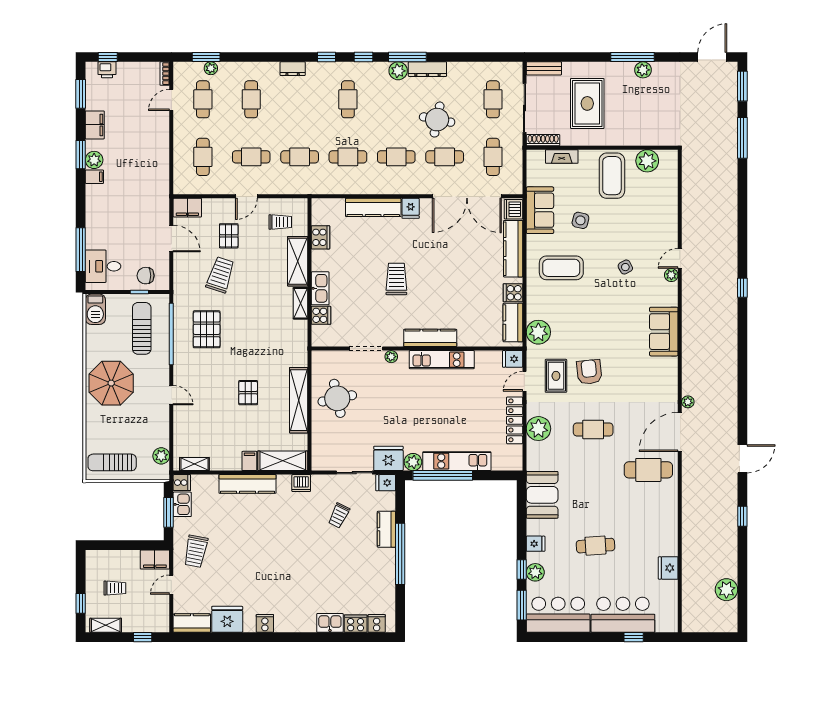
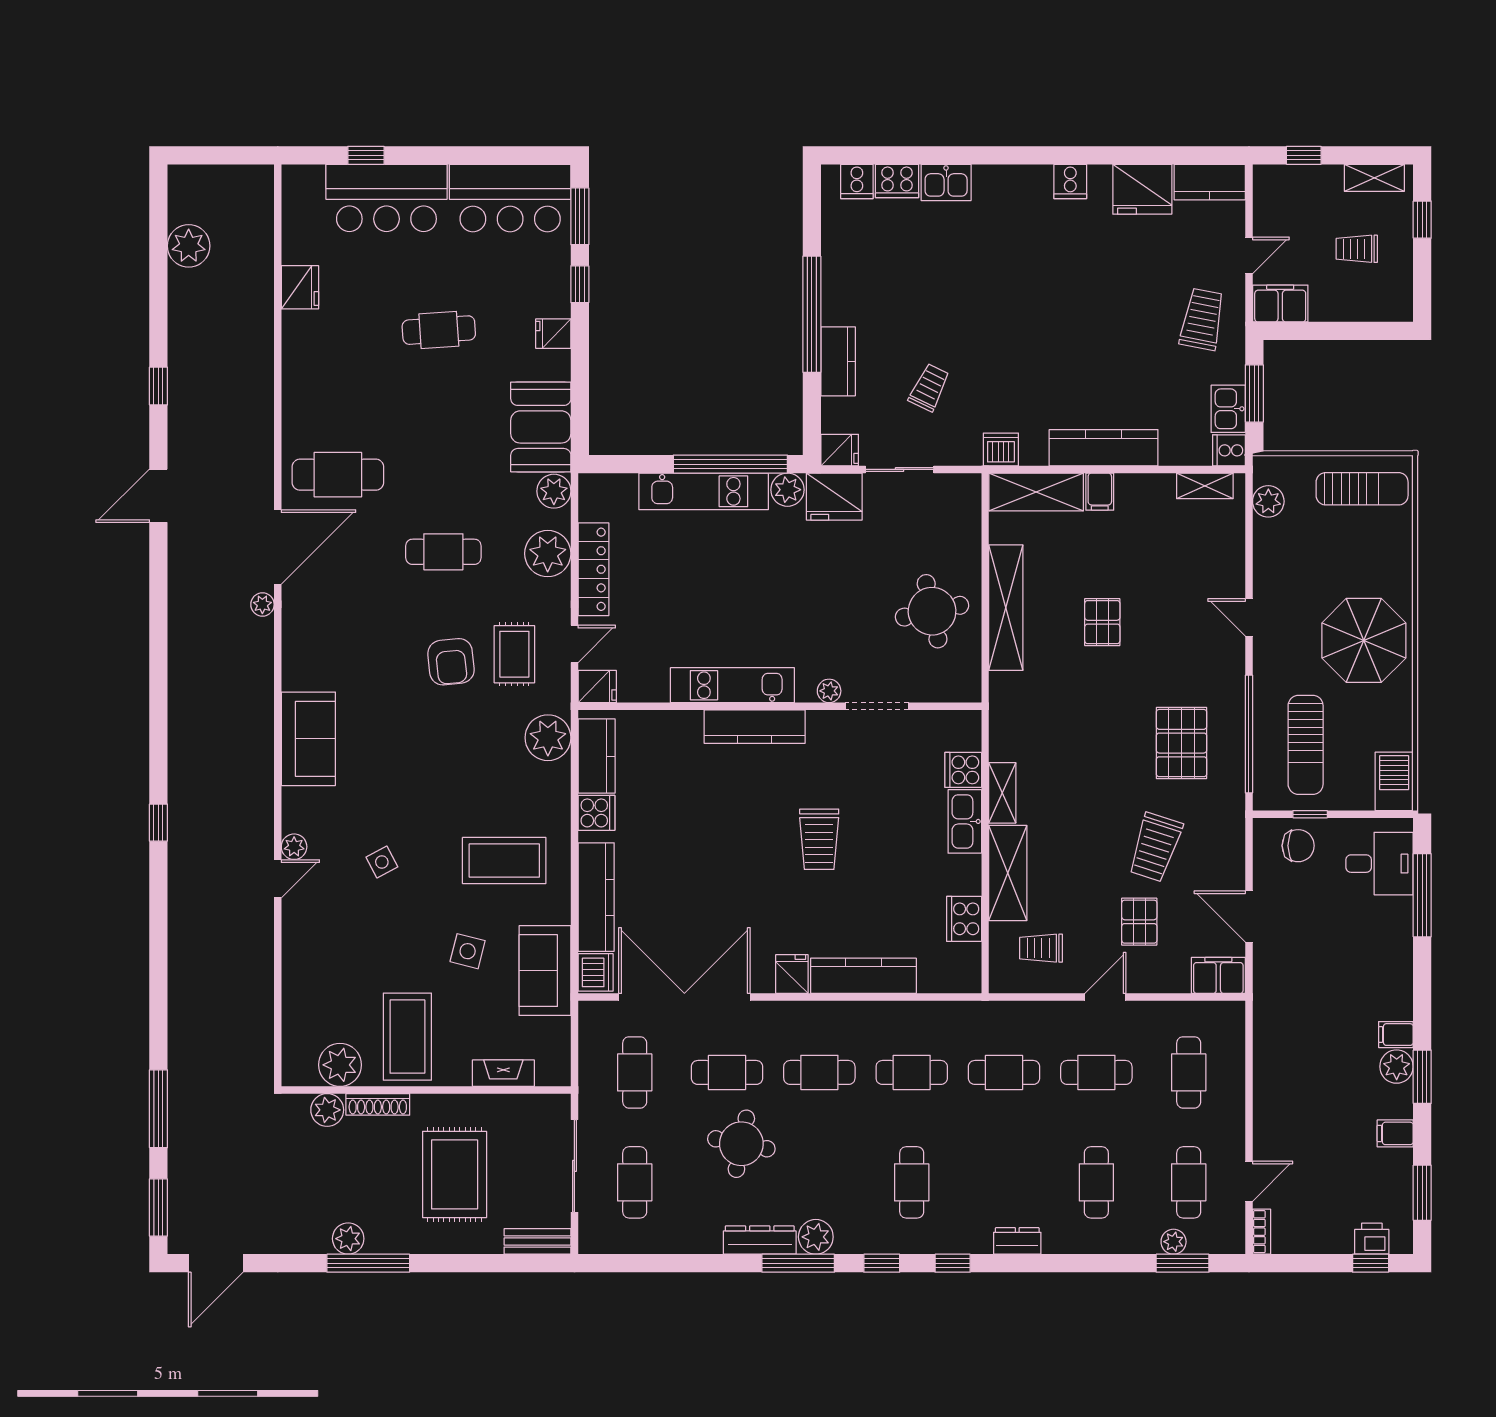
filing cabinet: (95, 125) -> (1395, 1133), width x0.50
plant: (654, 137) -> (327, 1110), added
shoe rack: (543, 140) -> (378, 1104), moved
plant: (535, 572) -> (554, 491), moved

